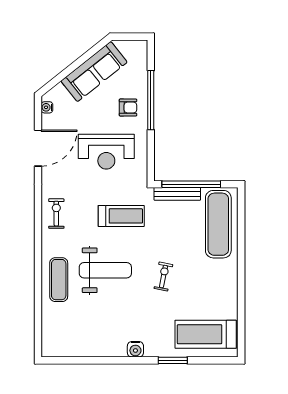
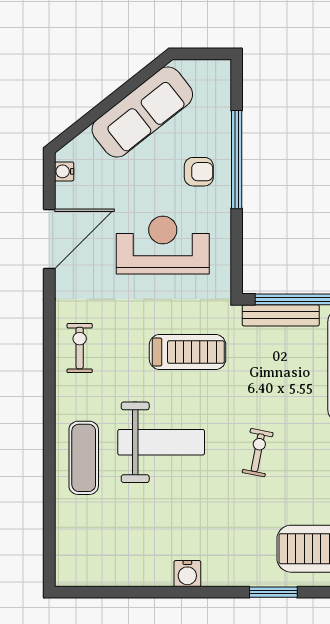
reception desk: (106, 152) -> (163, 245), turned 180
water cooler: (135, 349) -> (187, 574), moved

